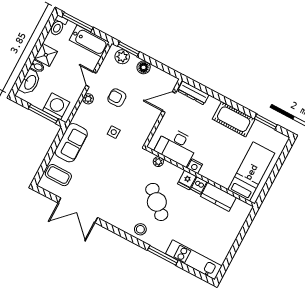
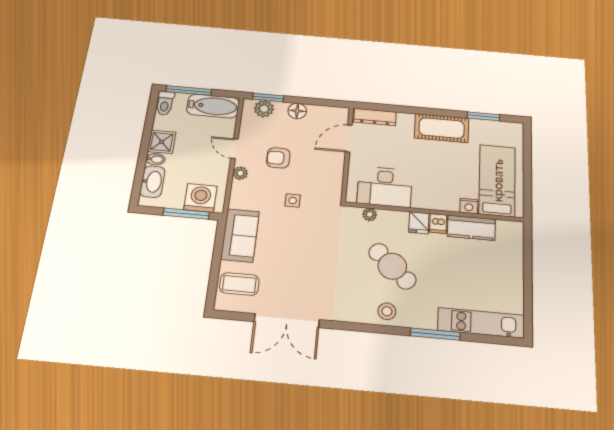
nightstand: (195, 166) -> (469, 206), moved

